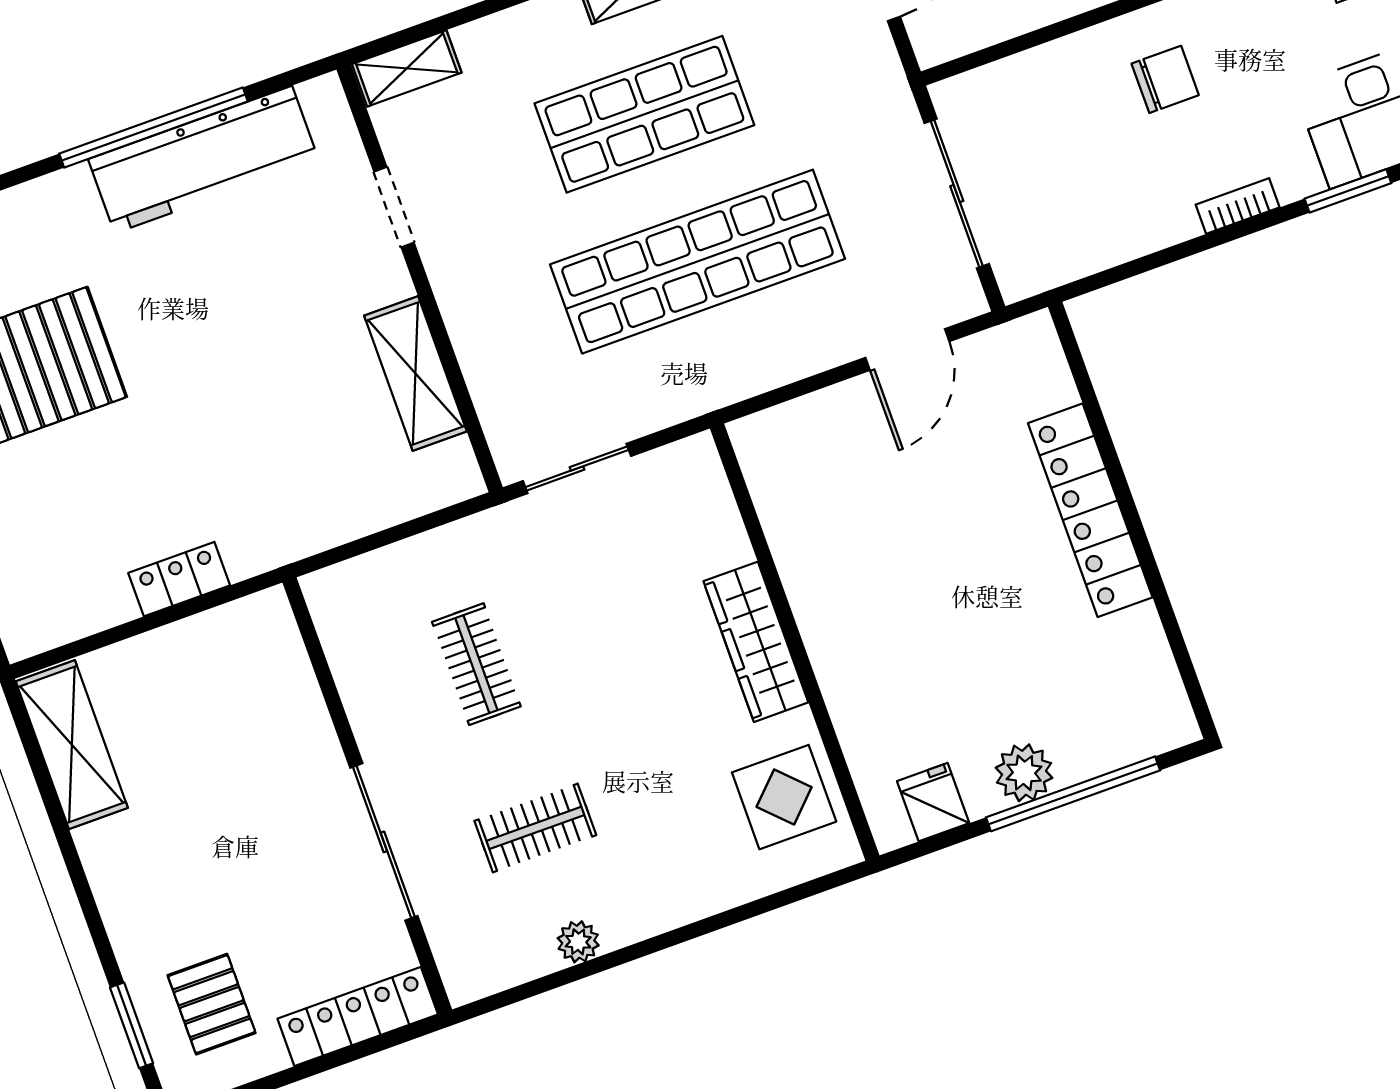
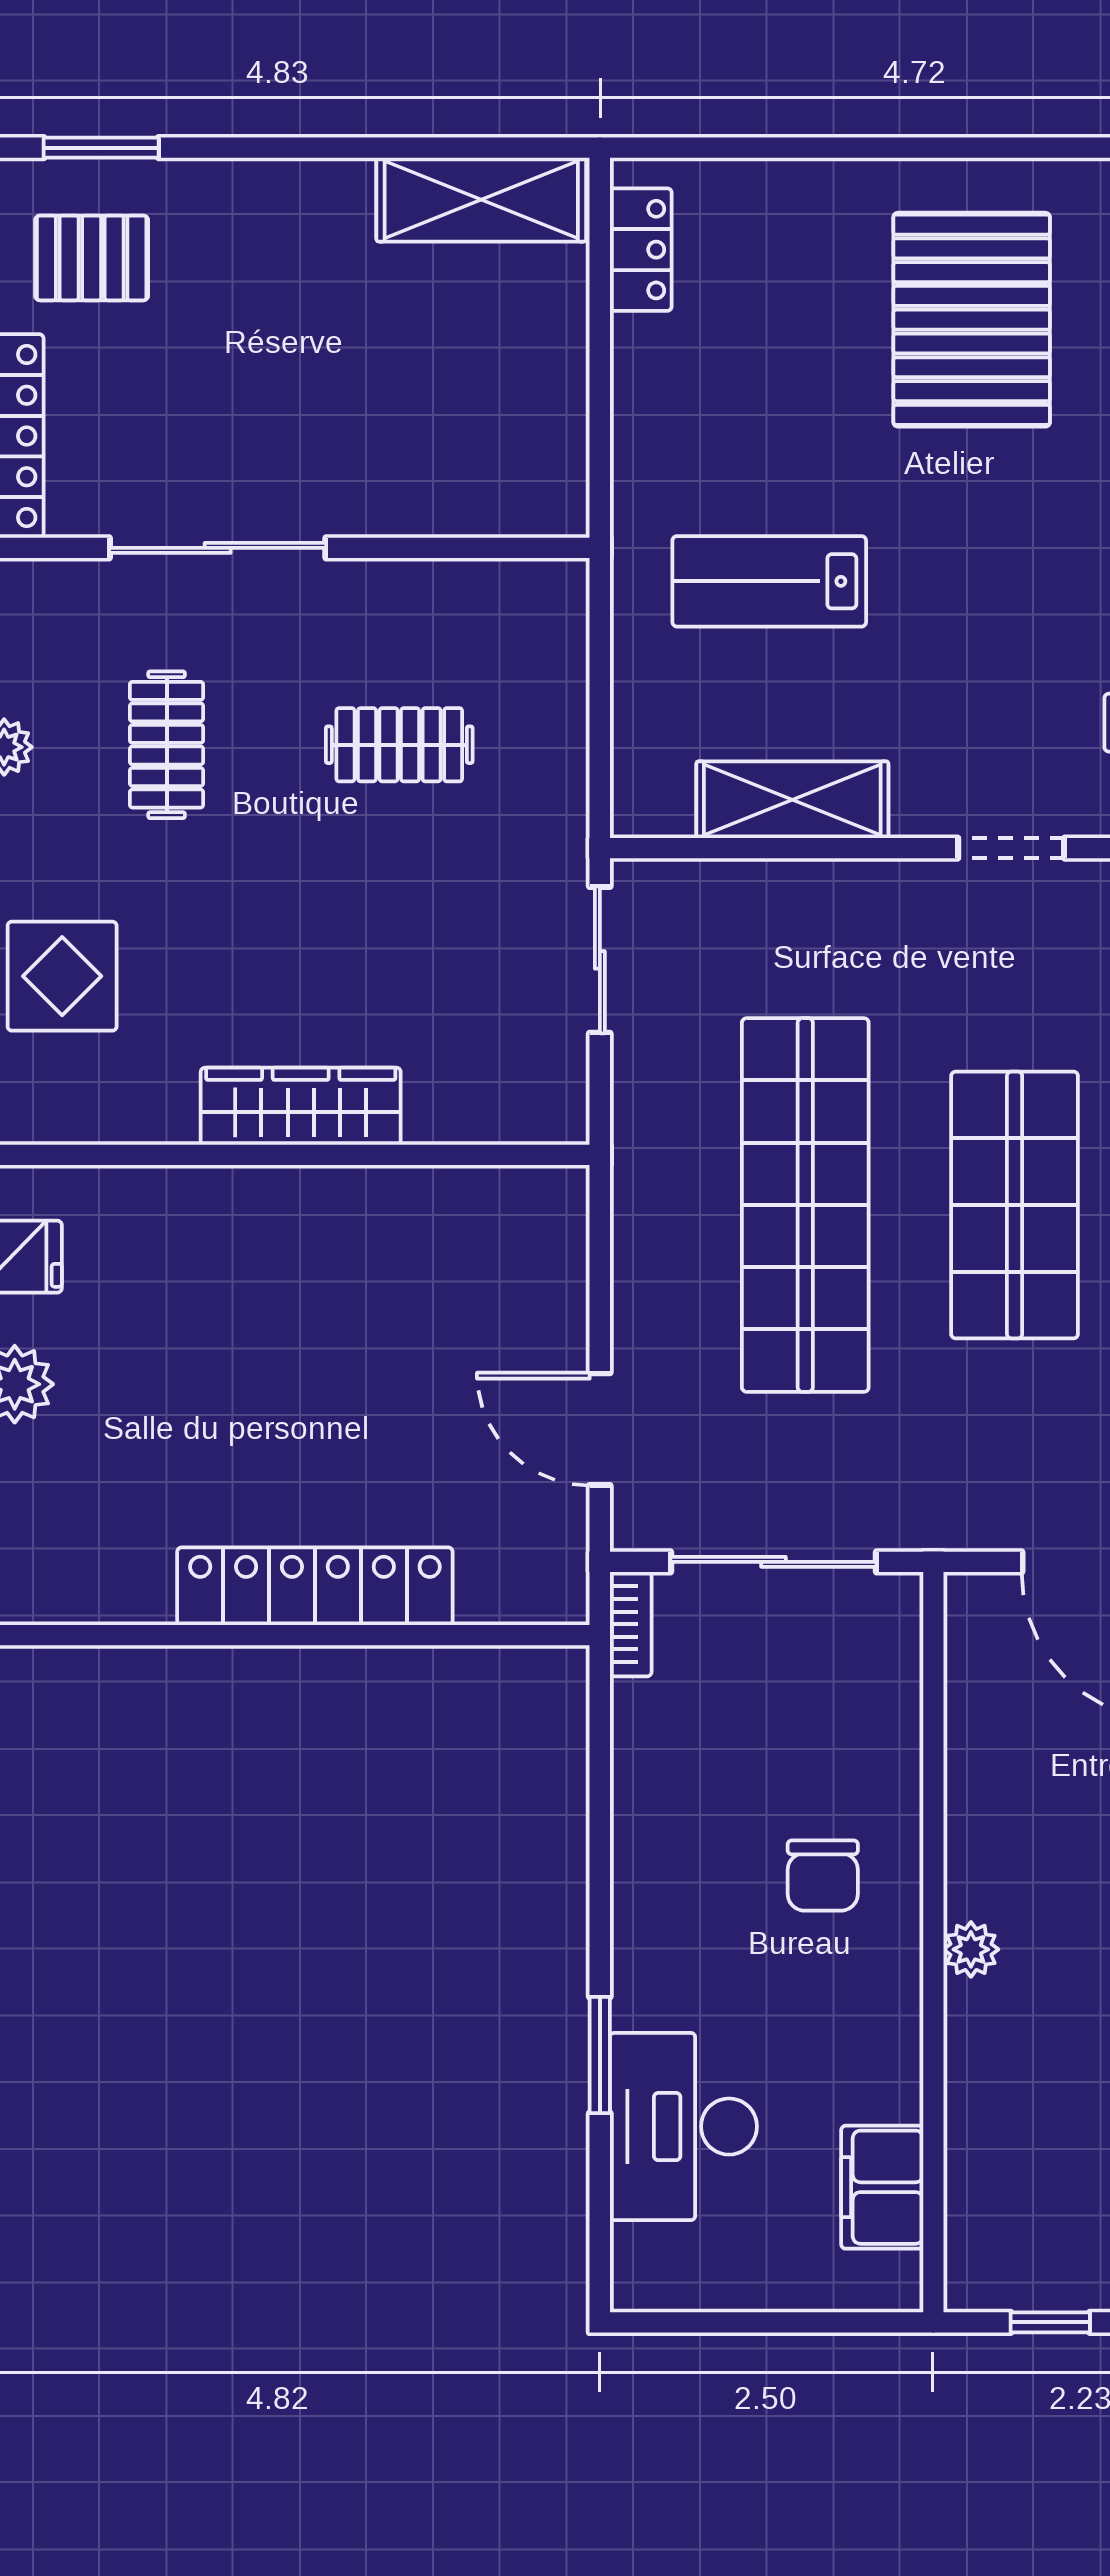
bookcase: (1238, 206) -> (631, 1624), moved
lab bench: (268, 445) -> (769, 581), added
locker: (179, 579) -> (641, 250), moved
display table: (784, 797) -> (62, 976), moved

